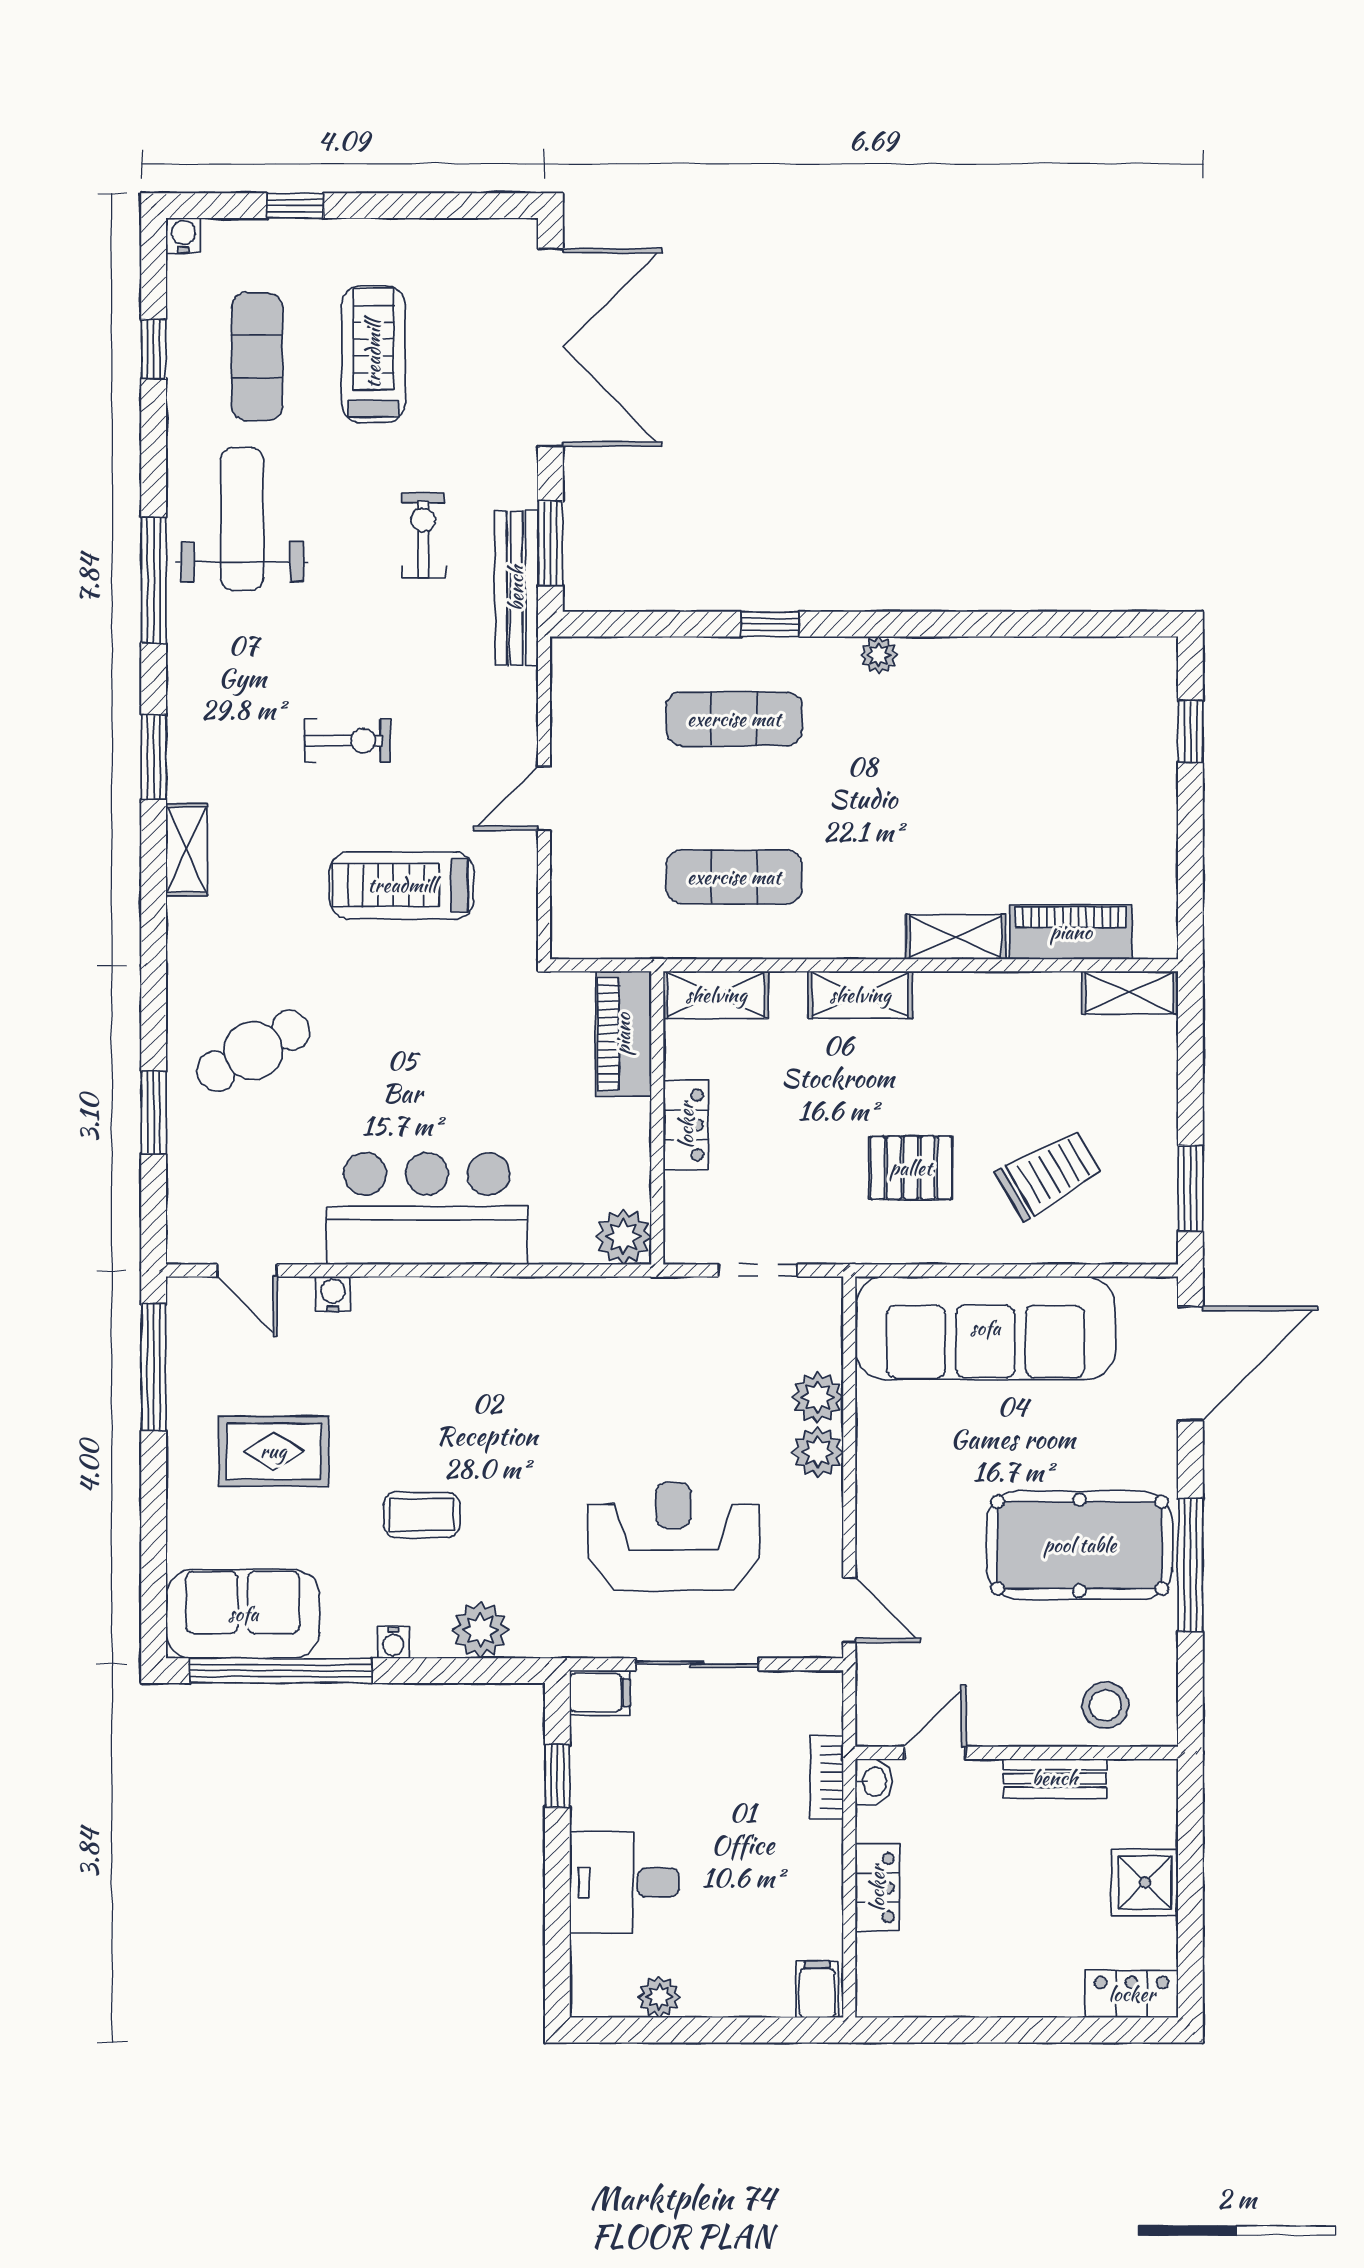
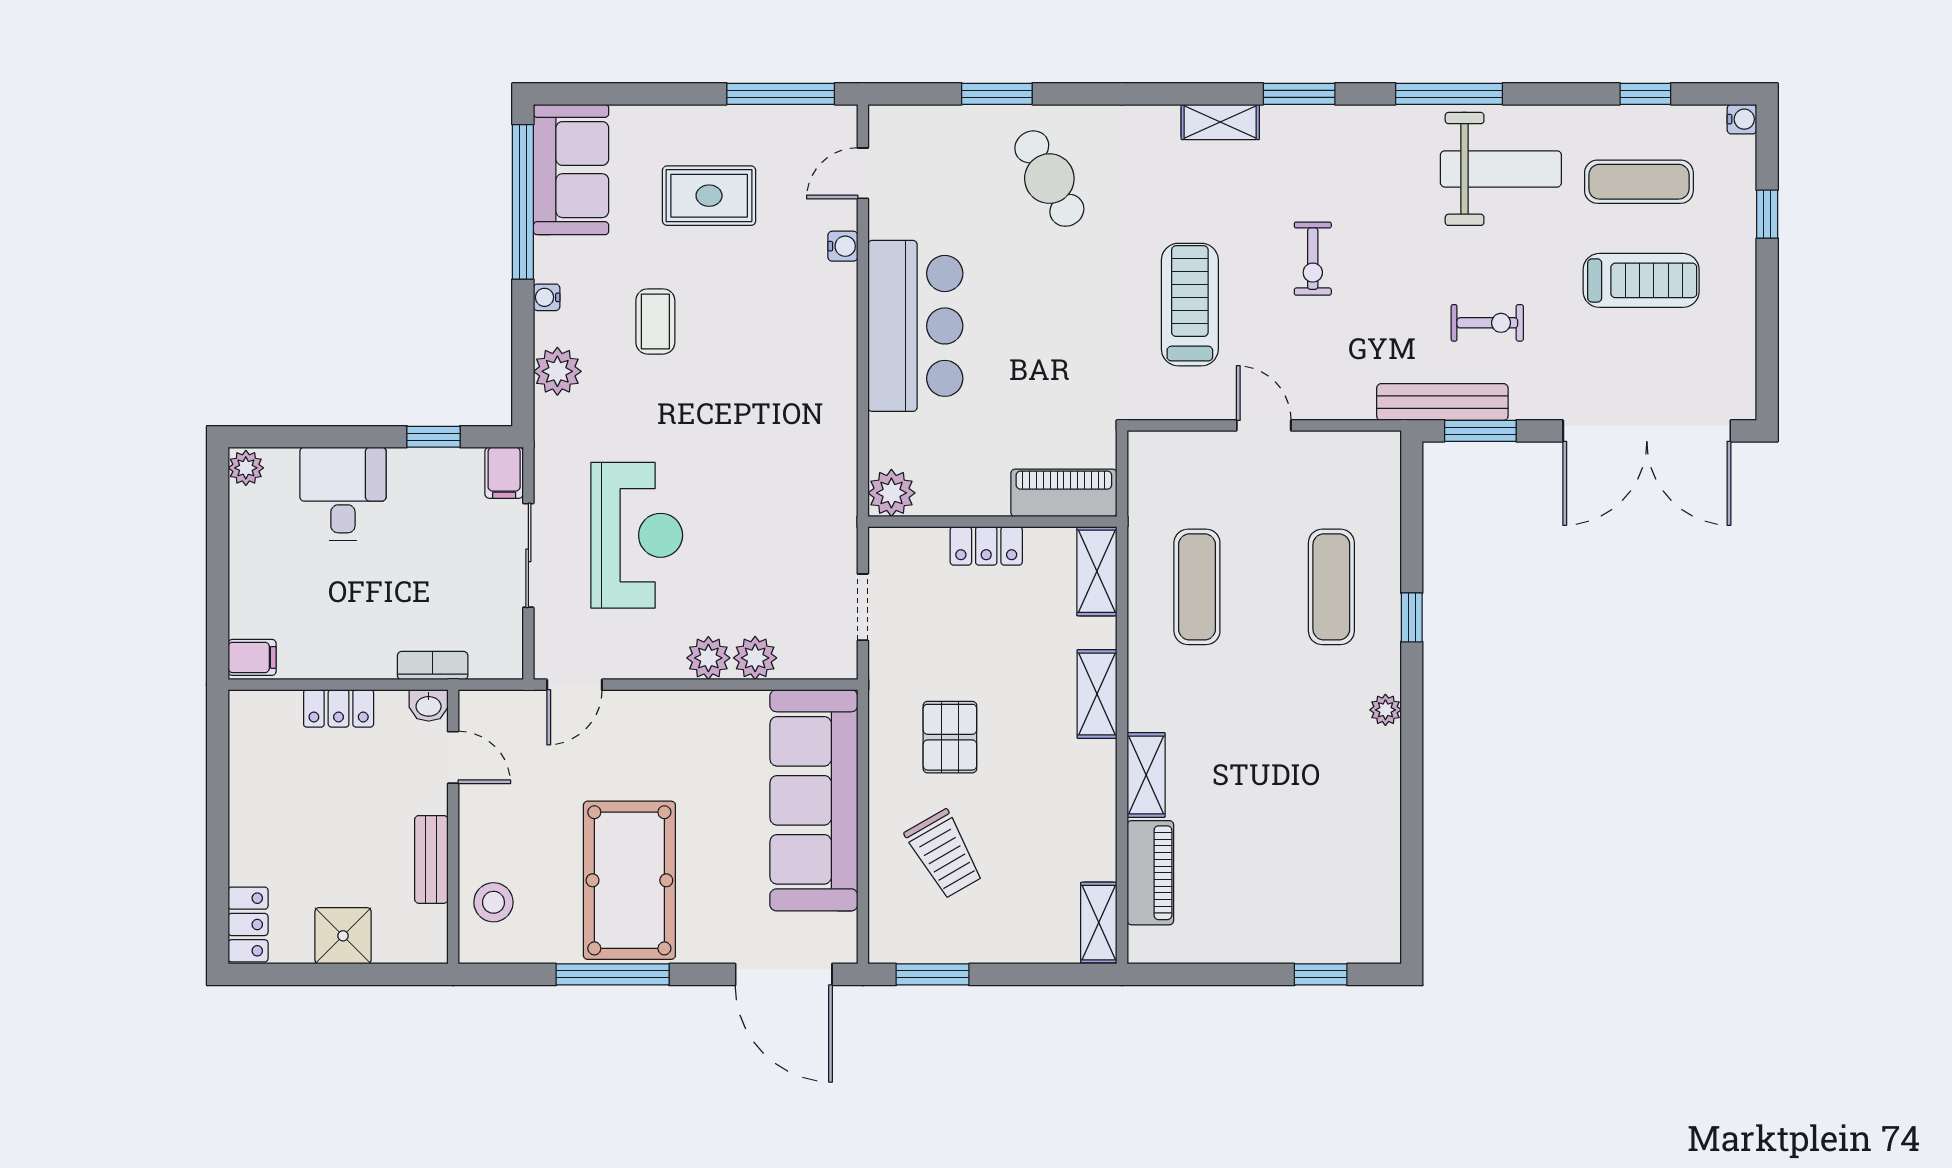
rug: (273, 1451) -> (709, 196), turned 90
plant: (659, 1997) -> (246, 468), moved

